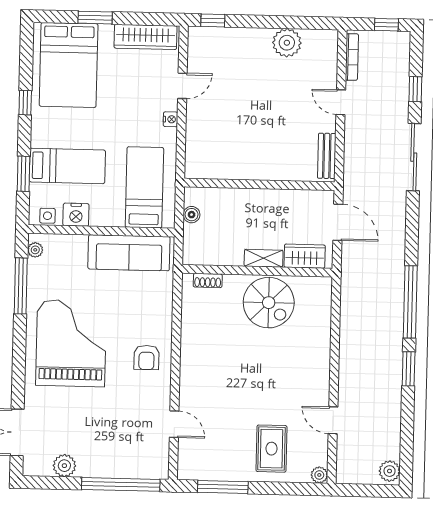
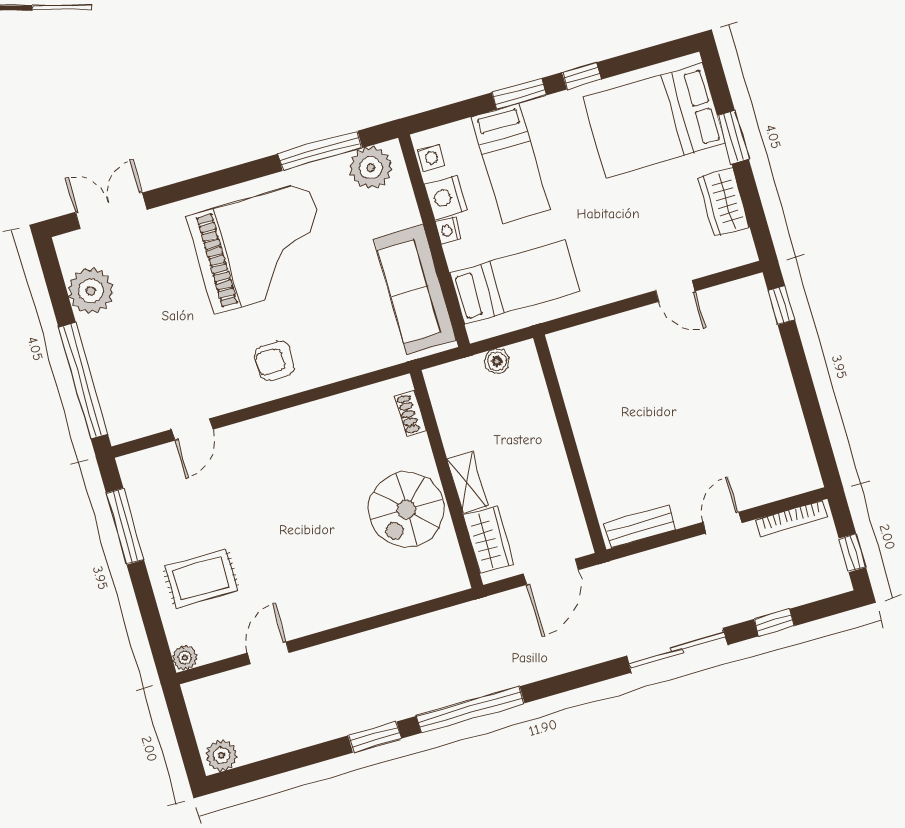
wardrobe: (146, 37) -> (724, 202), width x0.67
plant: (287, 43) -> (783, 420), removed
nightstand: (170, 119) -> (448, 230), moved, turned 90
window: (23, 174) -> (519, 94), moved
plant: (35, 250) -> (371, 168), width x1.88, depth x1.88
plant: (64, 466) -> (91, 291), width x1.36, depth x1.36

